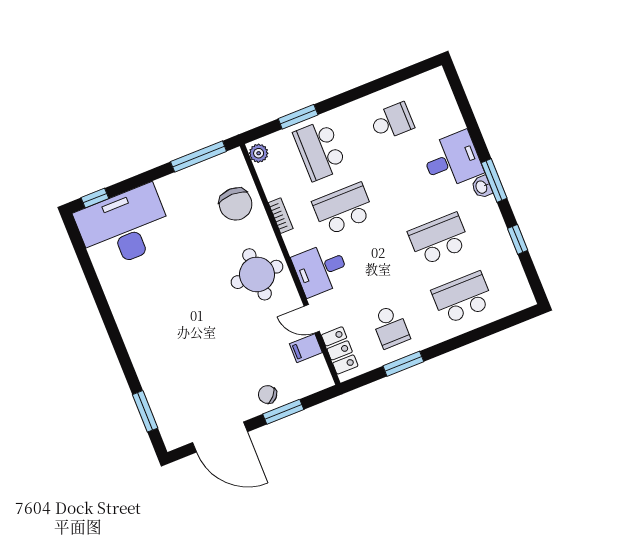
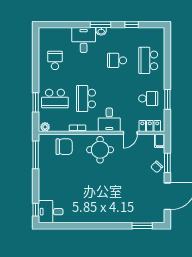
desk: (124, 227) -> (51, 212), width x0.53, depth x0.77
school desk: (439, 239) -> (117, 60), width x0.54
filing cabinet: (306, 348) -> (160, 141), moved

